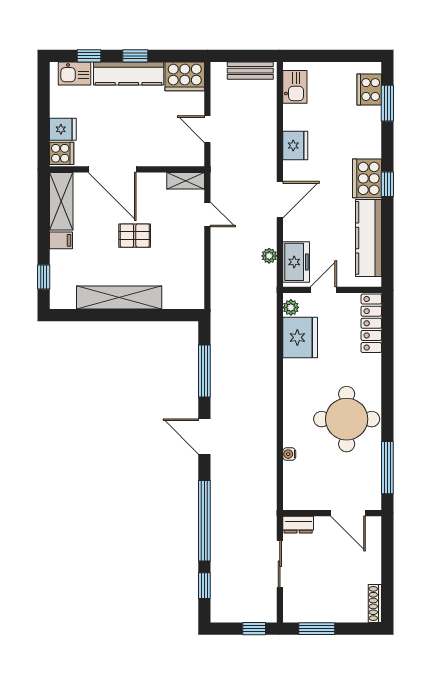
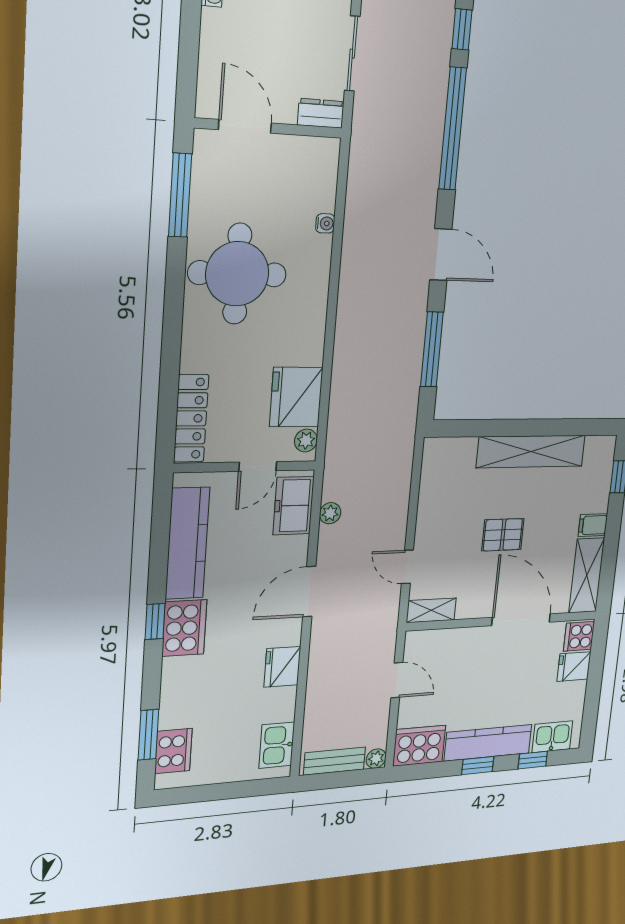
plant: (218, 69) -> (376, 759), added

